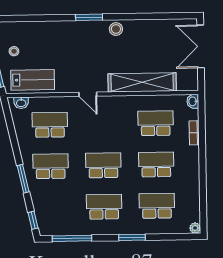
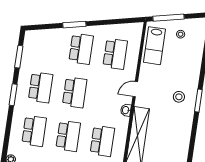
stool: (116, 29) -> (179, 97), moved
washbasin: (21, 103) -> (126, 110), moved
window: (33, 220) -> (39, 27), removed
window: (132, 237) -> (13, 95), moved
window: (72, 238) -> (19, 57), width x0.69

